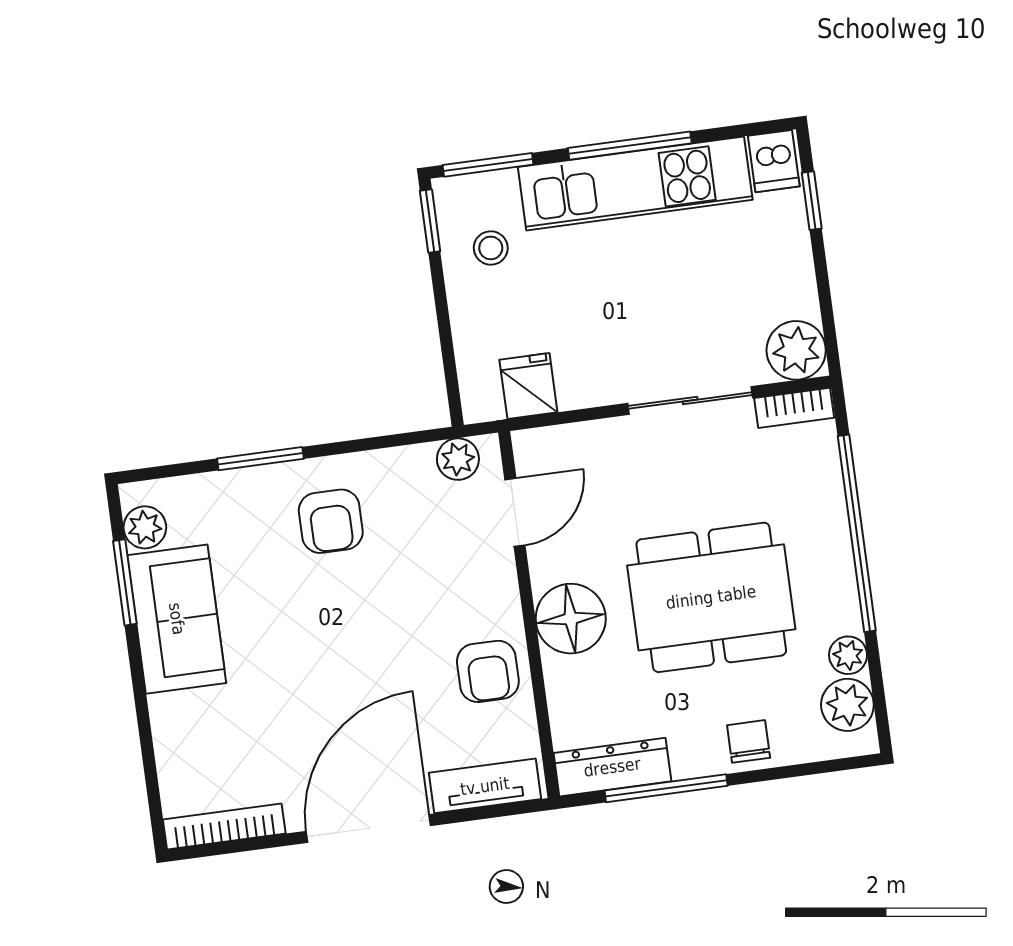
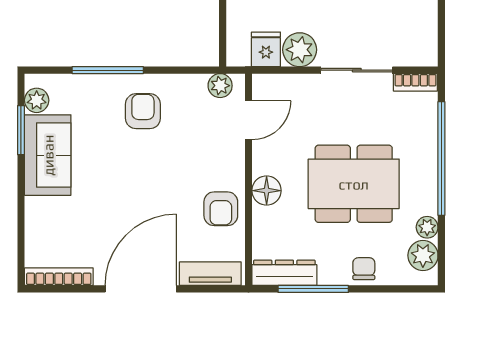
plant: (796, 350) -> (300, 50), moved
window: (260, 459) -> (108, 70), width x1.44
armchair: (331, 521) -> (143, 111), turned 180
floor lamp: (571, 619) -> (267, 191), width x0.73, depth x0.73

